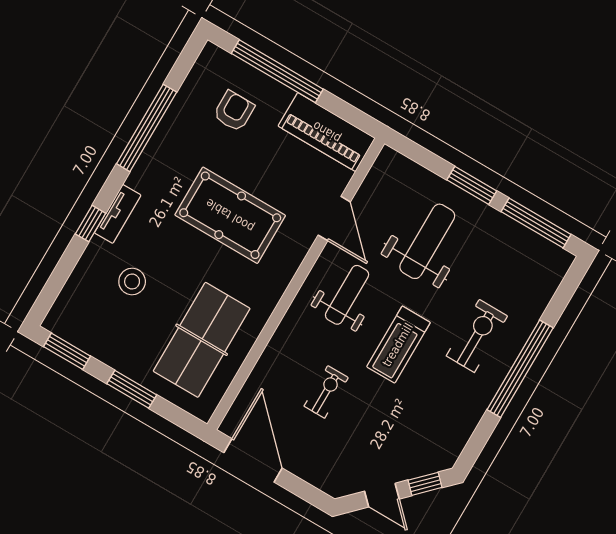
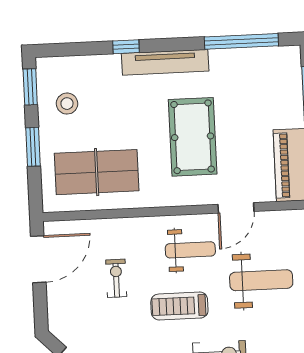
armchair: (234, 111) -> (264, 94), removed
window: (147, 128) -> (241, 41), moved
tv unit: (118, 214) -> (165, 62), width x1.92, depth x1.29
stool: (132, 282) -> (67, 104), moved
exercise bike: (326, 392) -> (116, 278), turned -90

